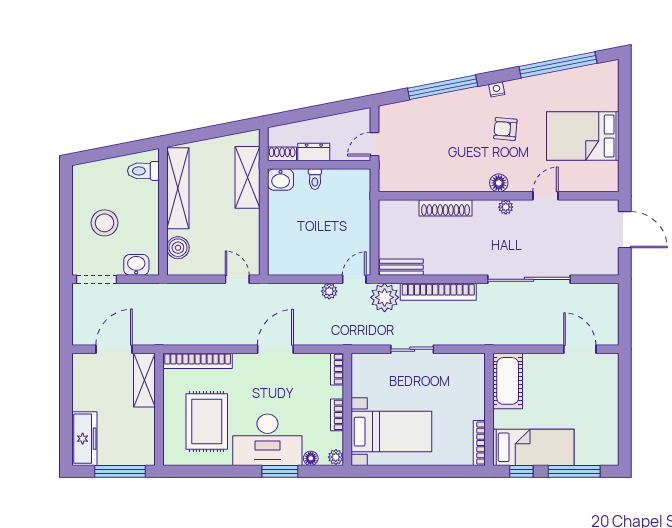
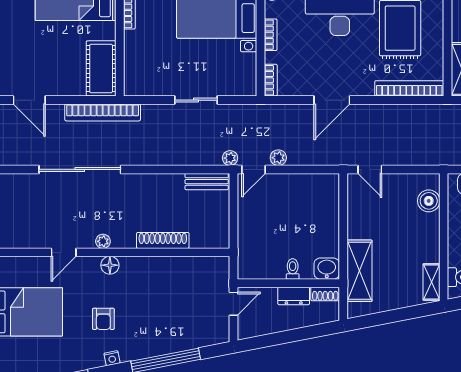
armchair: (505, 129) -> (103, 319), turned 85
shelving: (178, 188) -> (432, 282), width x0.45, depth x0.75
bookcase: (438, 292) -> (103, 112), moved, turned 180
plant: (385, 297) -> (230, 158), width x0.53, depth x0.53

